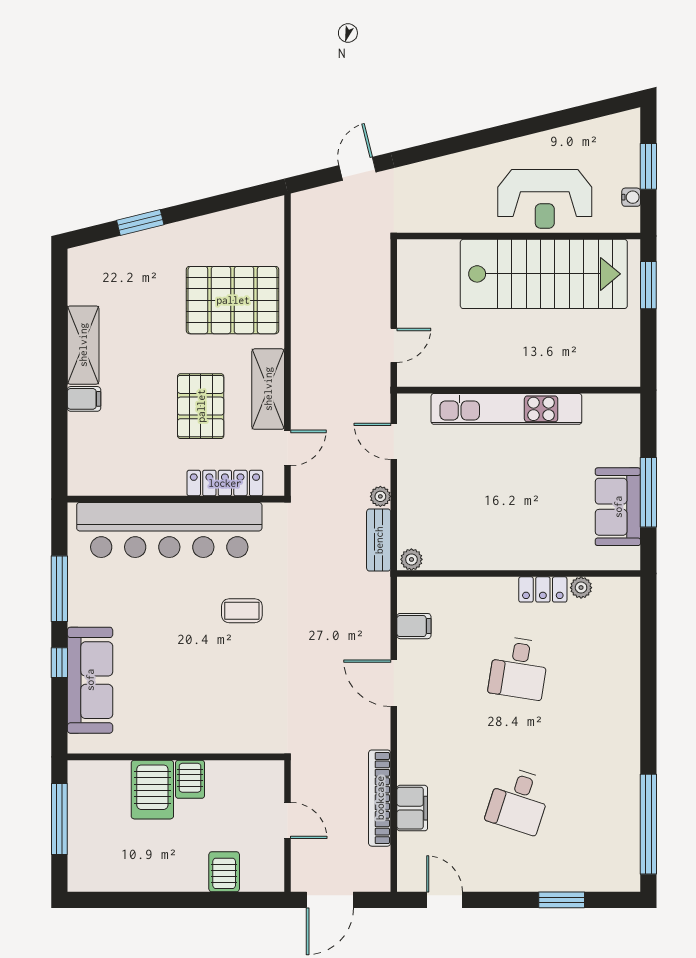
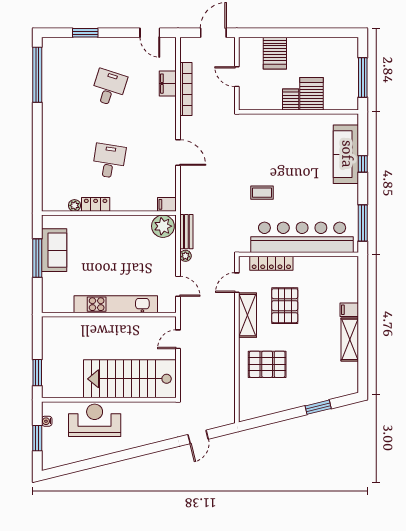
stairs: (544, 274) -> (130, 379), moved
pallet: (233, 300) -> (267, 364), width x0.73, depth x0.71
plant: (411, 559) -> (163, 226), width x1.88, depth x1.88
window: (59, 589) -> (363, 223), moved
filing cabinet: (414, 626) -> (167, 204), moved
server rack: (224, 872) -> (275, 53), width x1.36, depth x1.44

